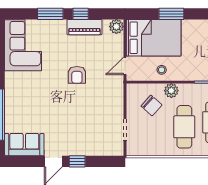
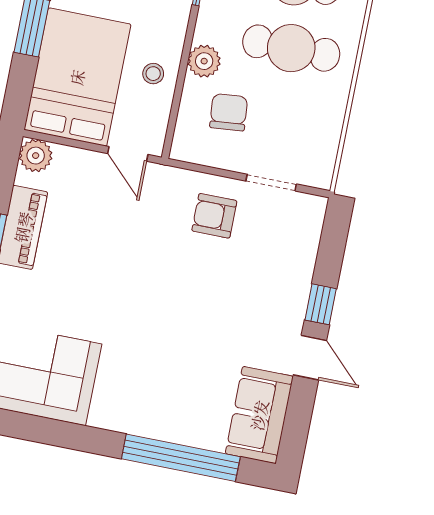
armchair: (77, 75) -> (214, 216), moved, turned 180
chair: (151, 106) -> (229, 112), turned -47

